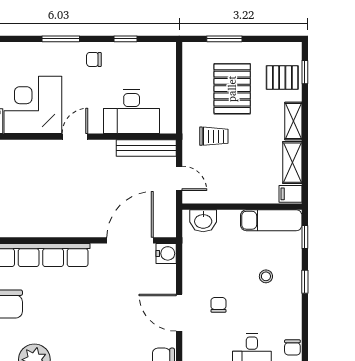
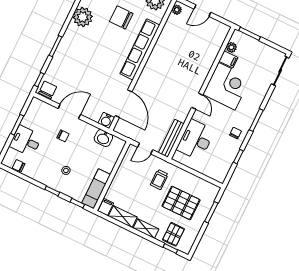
washbasin: (203, 221) -> (103, 138), moved, turned -90

